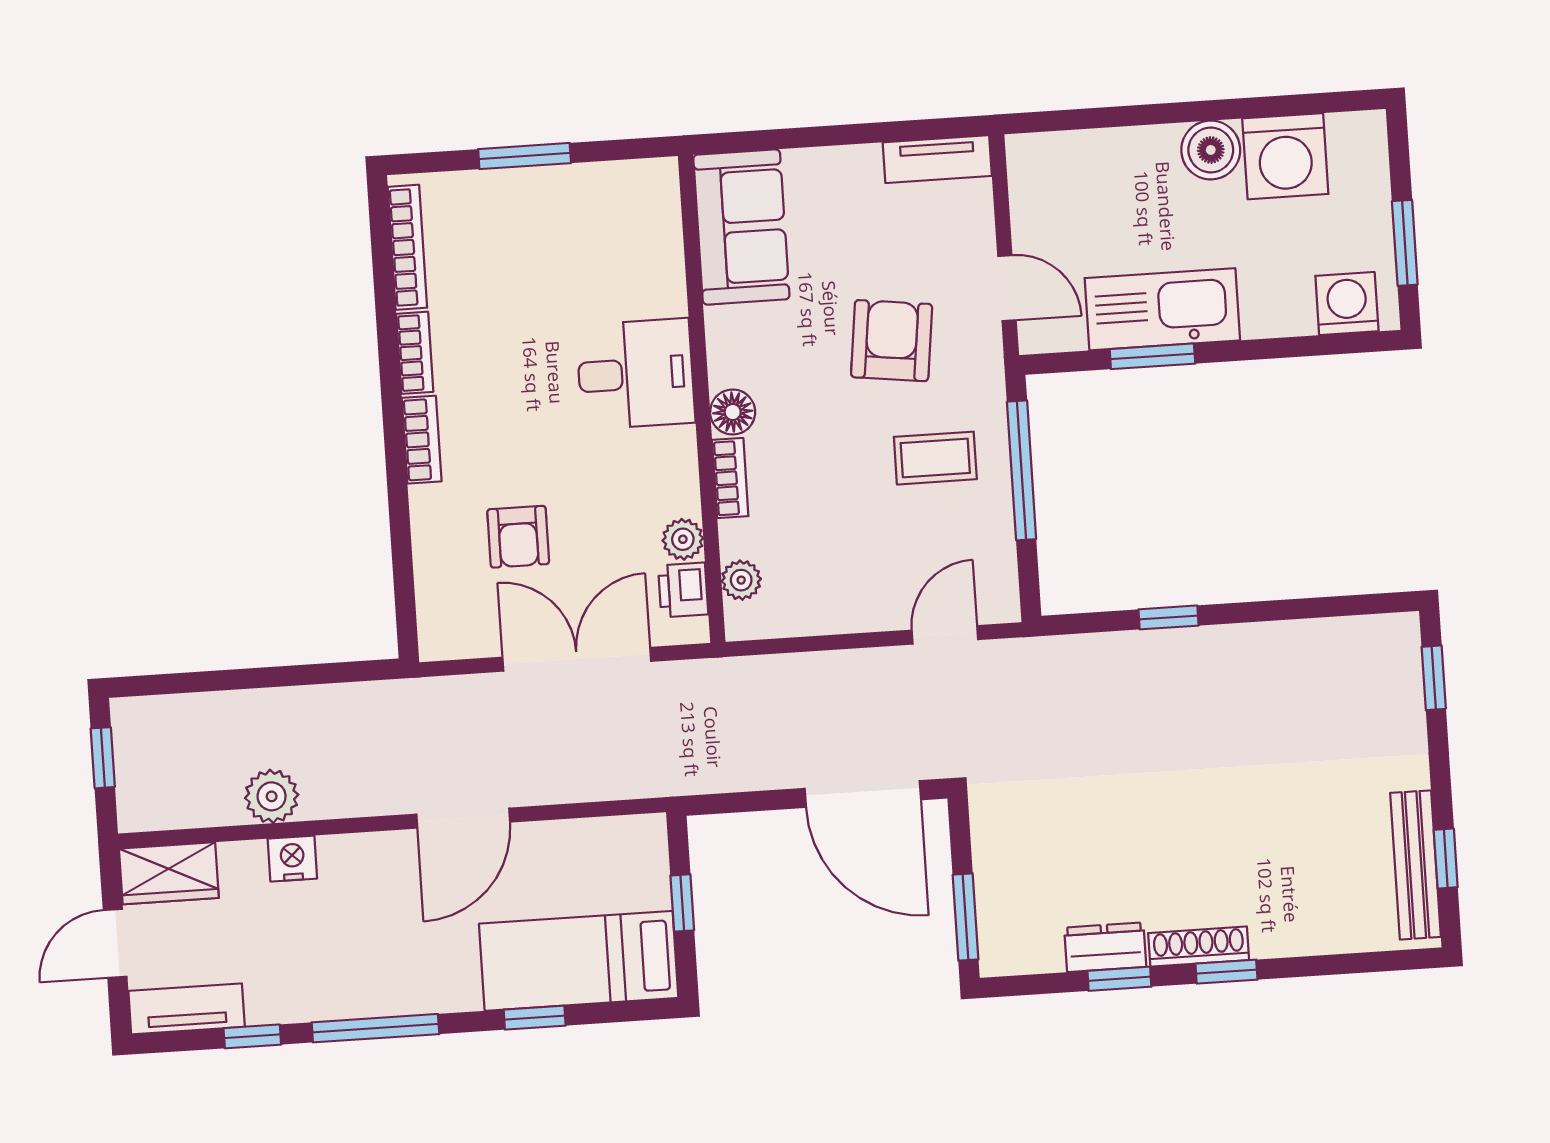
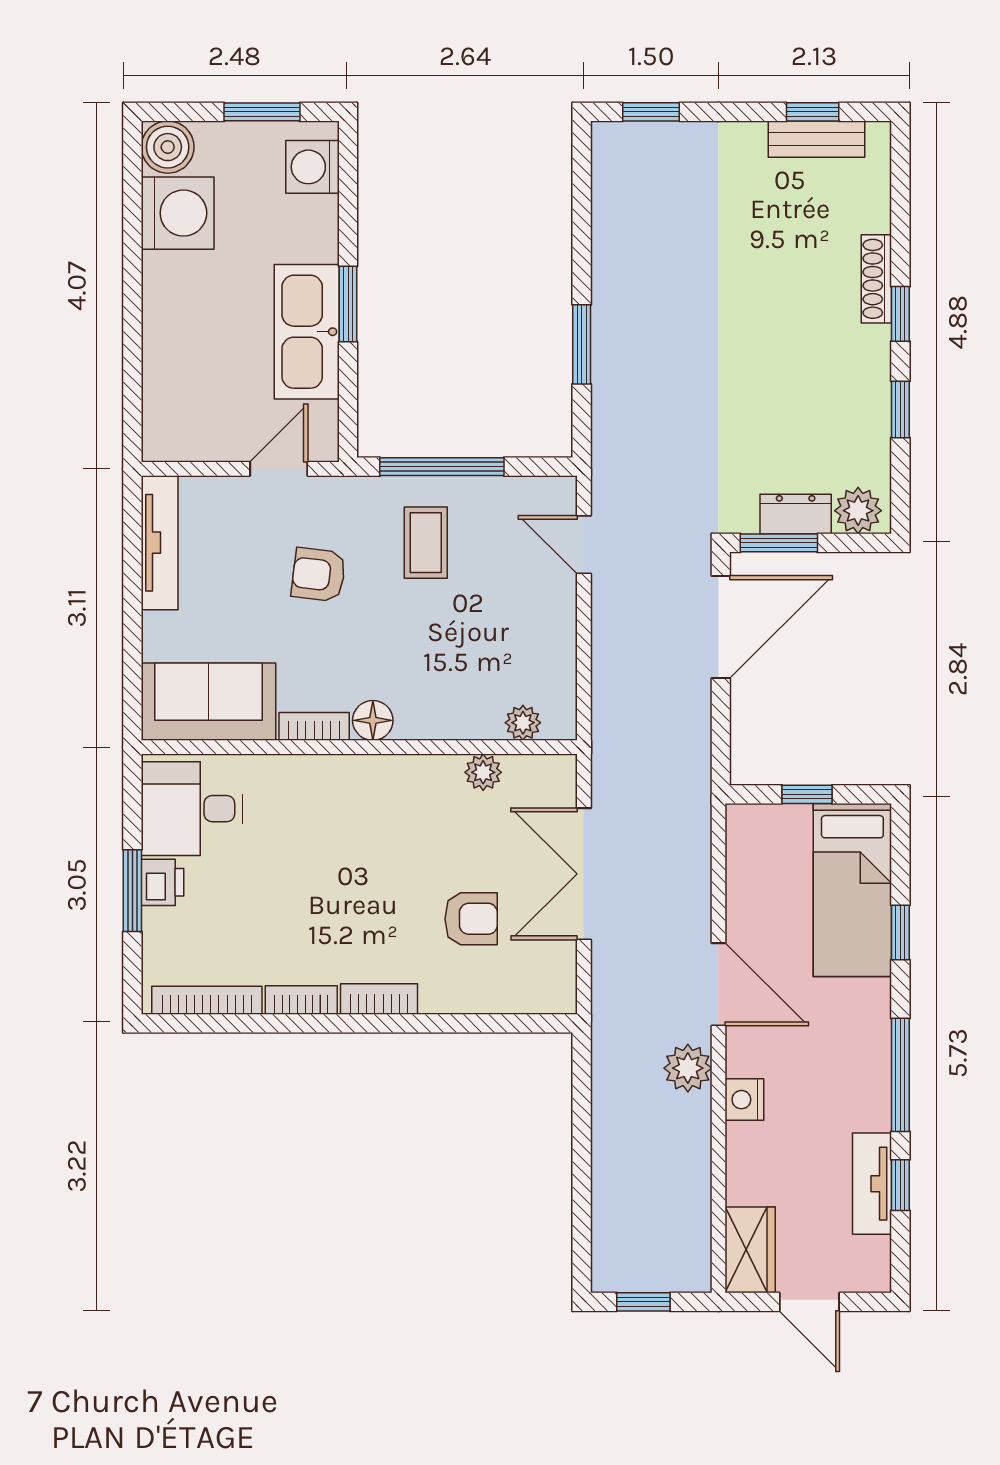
boiler: (1211, 150) -> (168, 147), moved
tv unit: (937, 159) -> (160, 543), width x1.41
armchair: (892, 341) -> (319, 575), width x0.72, depth x0.72
window: (1152, 356) -> (348, 304), moved
desk: (636, 374) -> (192, 809), moved, turned -90
bookcase: (730, 478) -> (314, 726), moved
printer: (683, 590) -> (163, 882), moved, turned -90
window: (1168, 617) -> (582, 344), width x1.50
plant: (272, 796) -> (688, 1068), moved
nightstand: (292, 859) -> (744, 1100), moved
bench: (1415, 865) -> (816, 139), width x0.73
window: (966, 917) -> (779, 543), moved
plant: (1003, 939) -> (858, 511), added
dresser: (1105, 947) -> (796, 514), moved, turned 90
shoe rack: (1199, 947) -> (876, 279), moved
tv unit: (187, 1009) -> (872, 1184), moved

